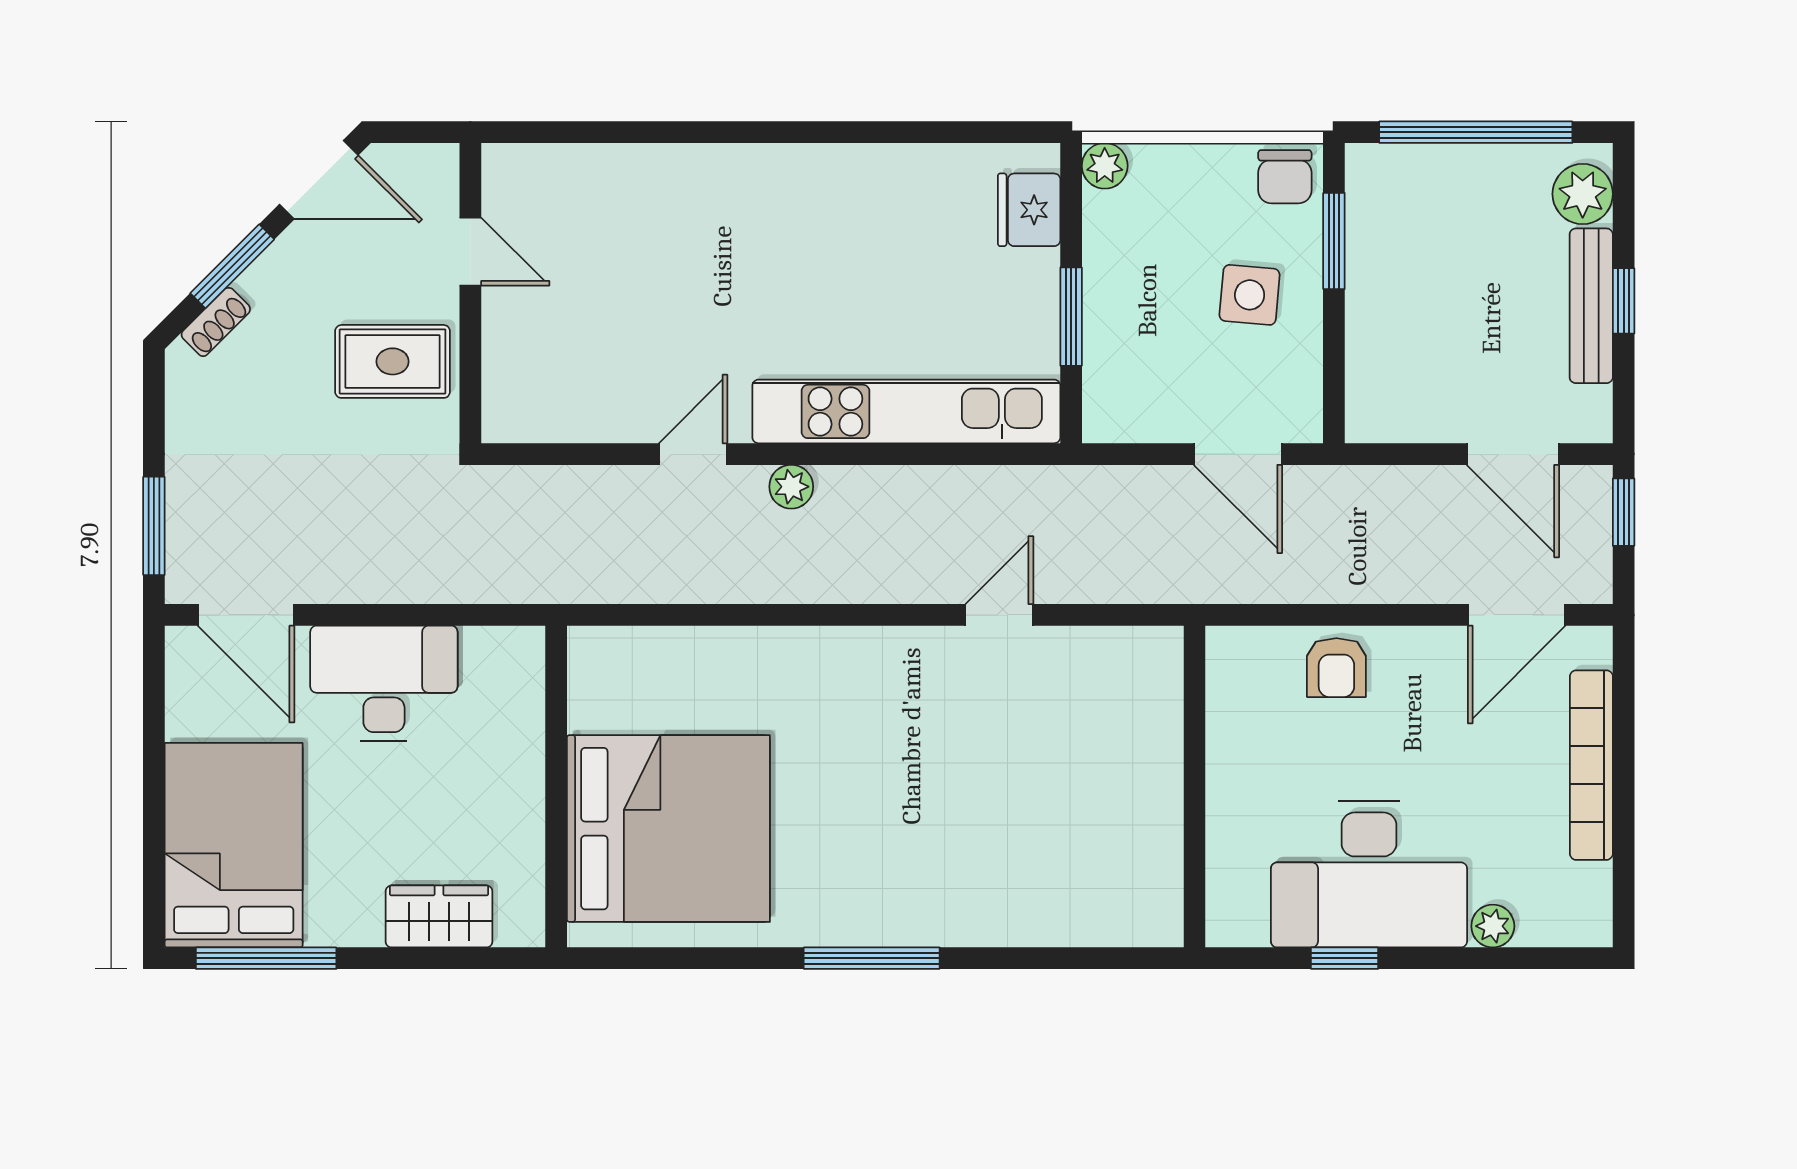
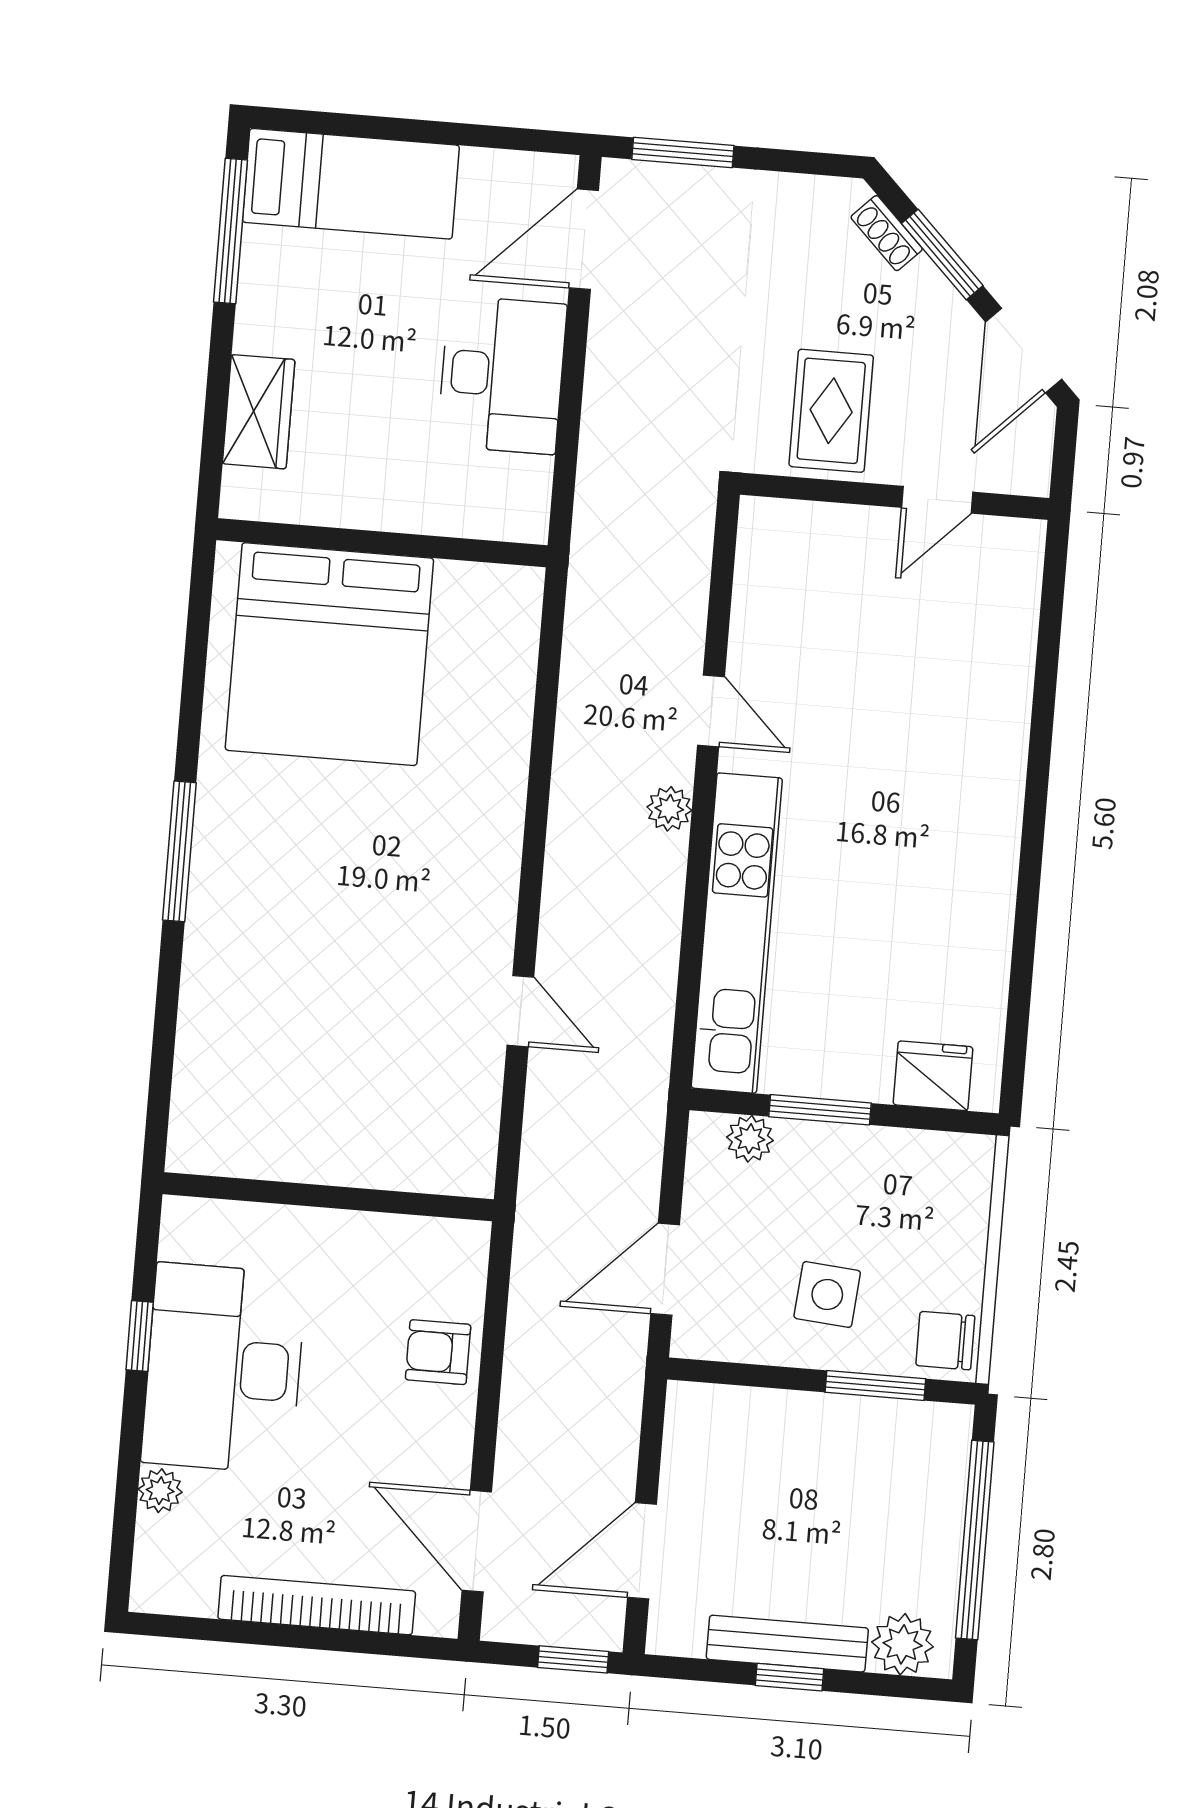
plant: (1105, 166) -> (750, 1139), moved
bed: (234, 845) -> (351, 184), width x0.67

